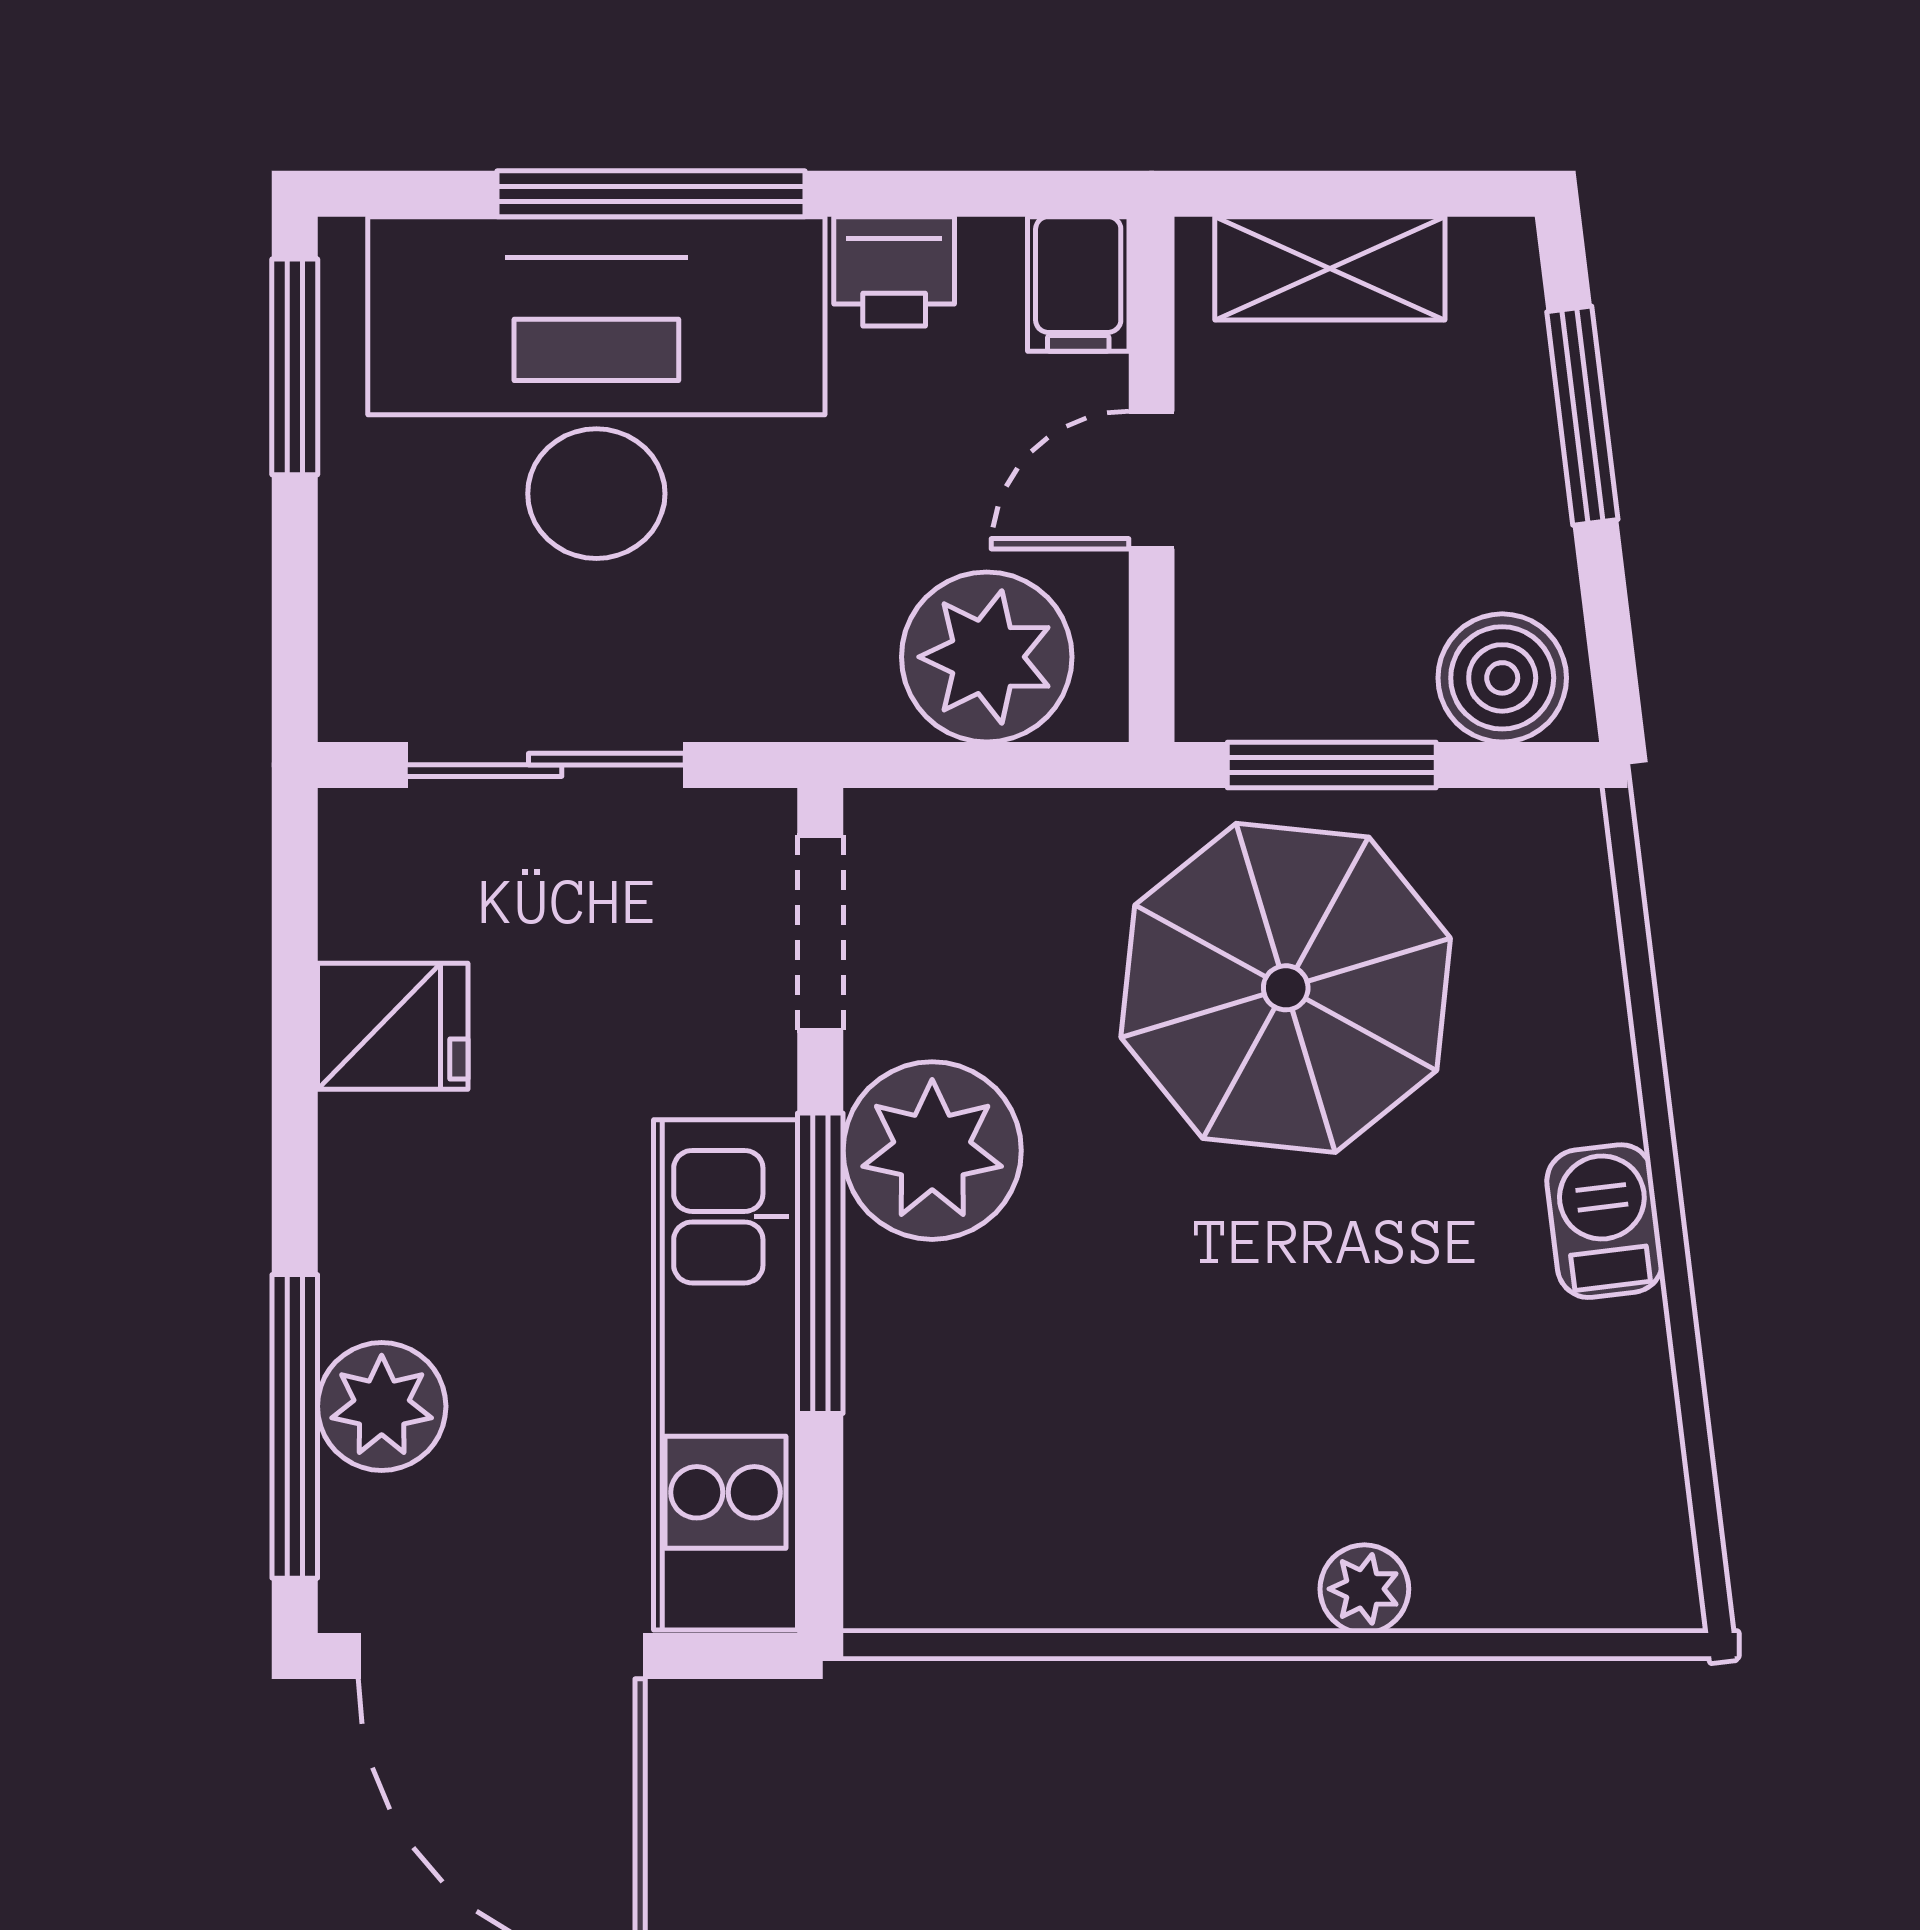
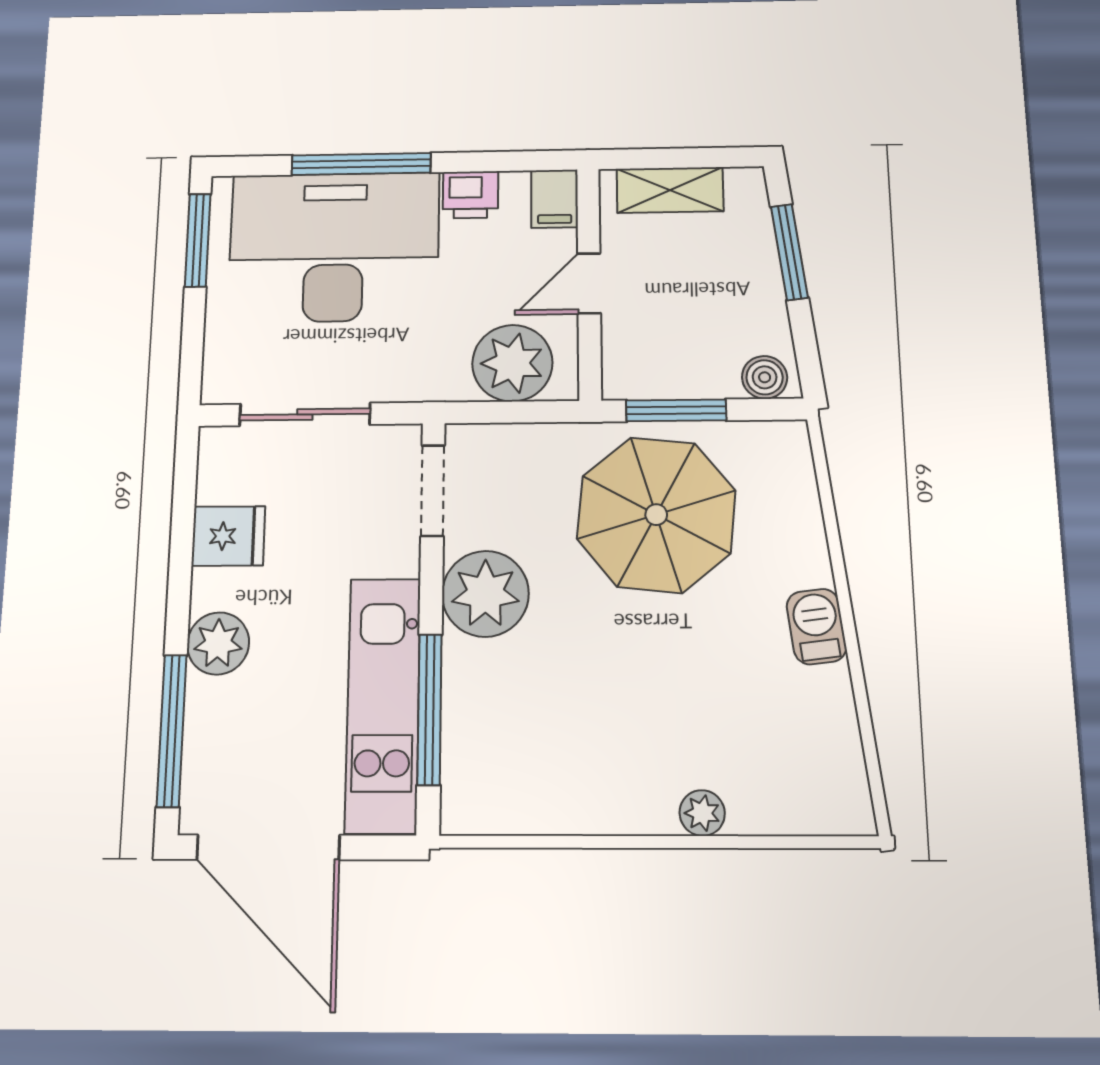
boiler: (1502, 678) -> (765, 377), width x0.73, depth x0.73
window: (820, 1263) -> (430, 709), moved
plant: (382, 1406) -> (218, 643), moved

